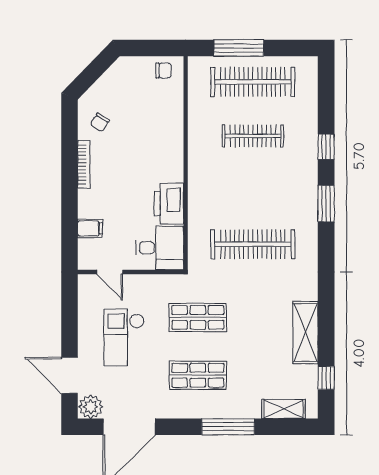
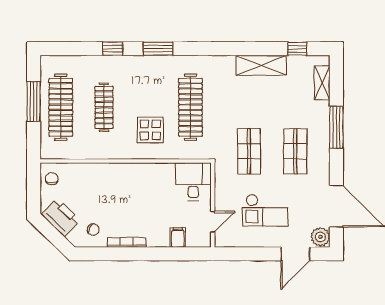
window: (239, 48) -> (34, 101), moved
display table: (225, 194) -> (150, 130), added
printer: (169, 204) -> (61, 217), moved, turned -136

